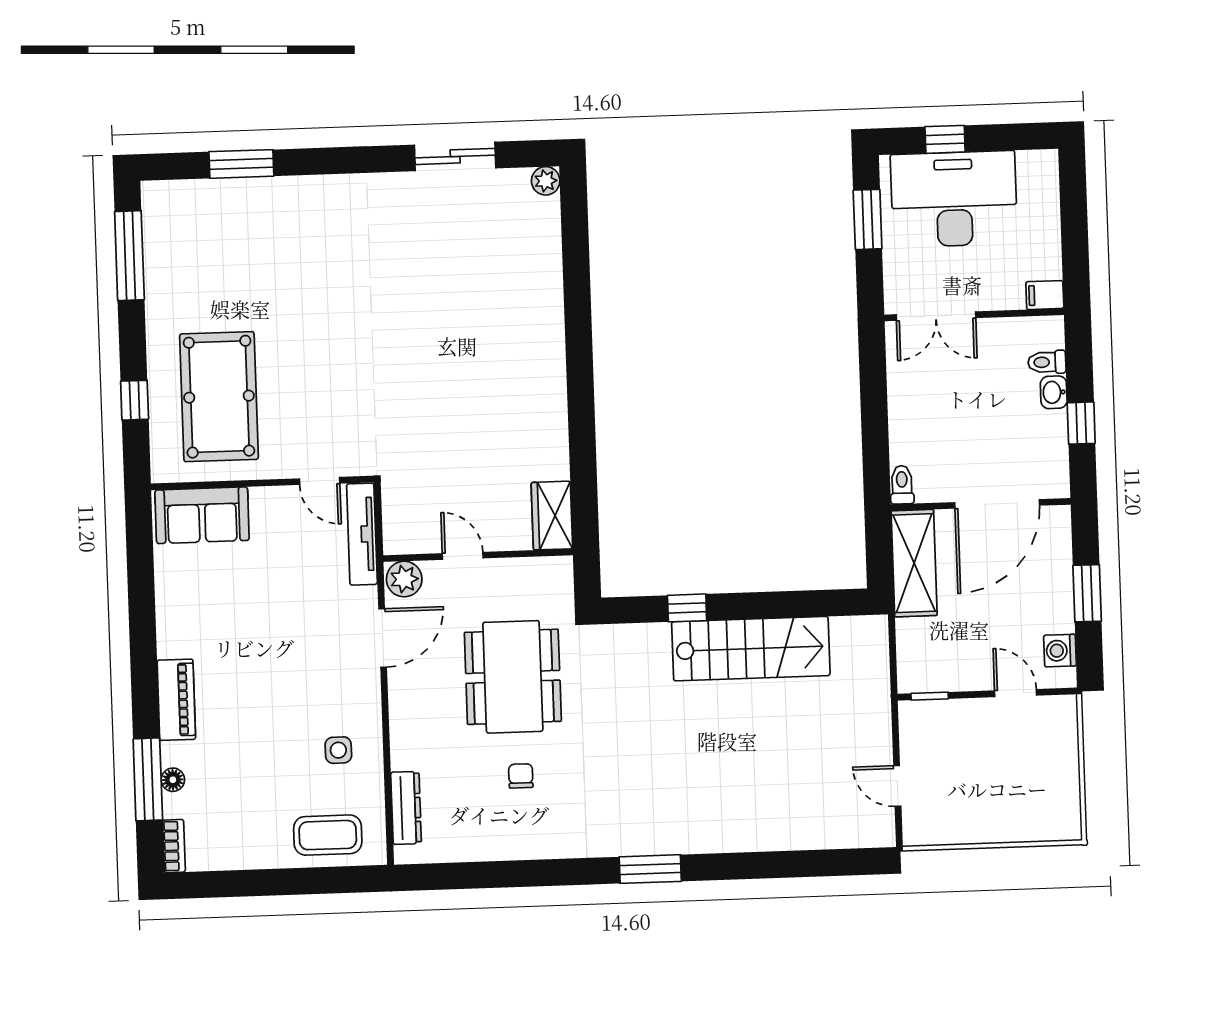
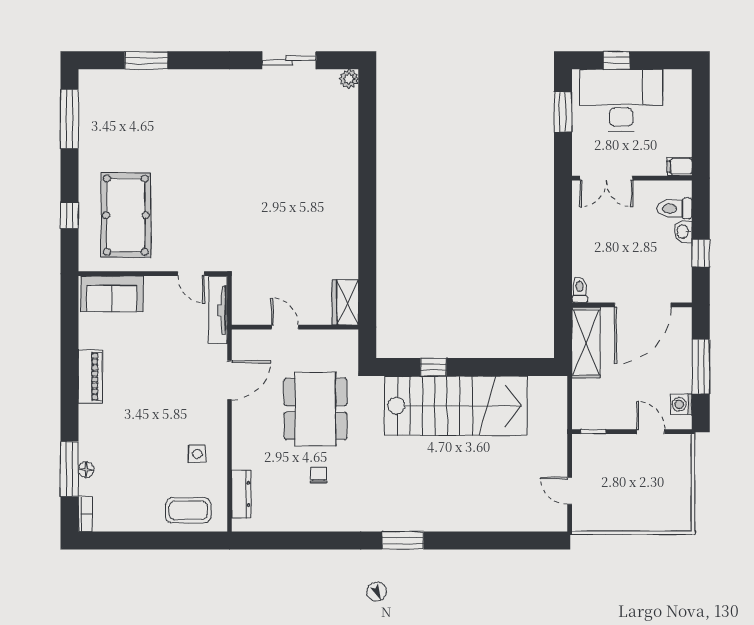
toilet: (1047, 362) -> (674, 209), width x1.37, depth x1.39
plant: (404, 579) -> (245, 341), removed
window: (1087, 593) -> (701, 367), width x1.44
stairs: (751, 649) -> (456, 406), width x1.36, depth x1.51
piano: (176, 700) -> (90, 377), moved

